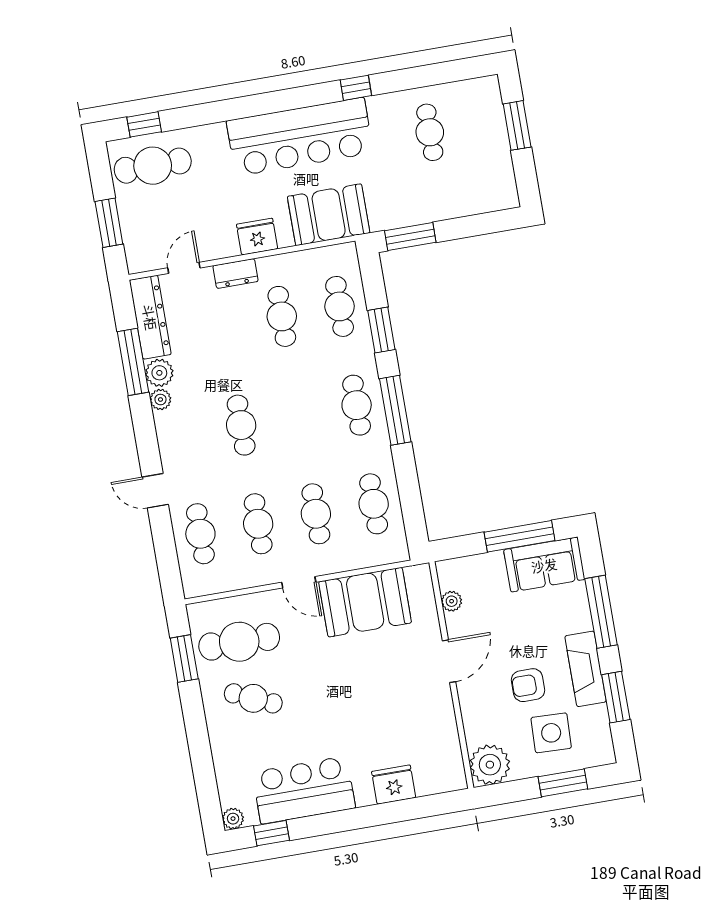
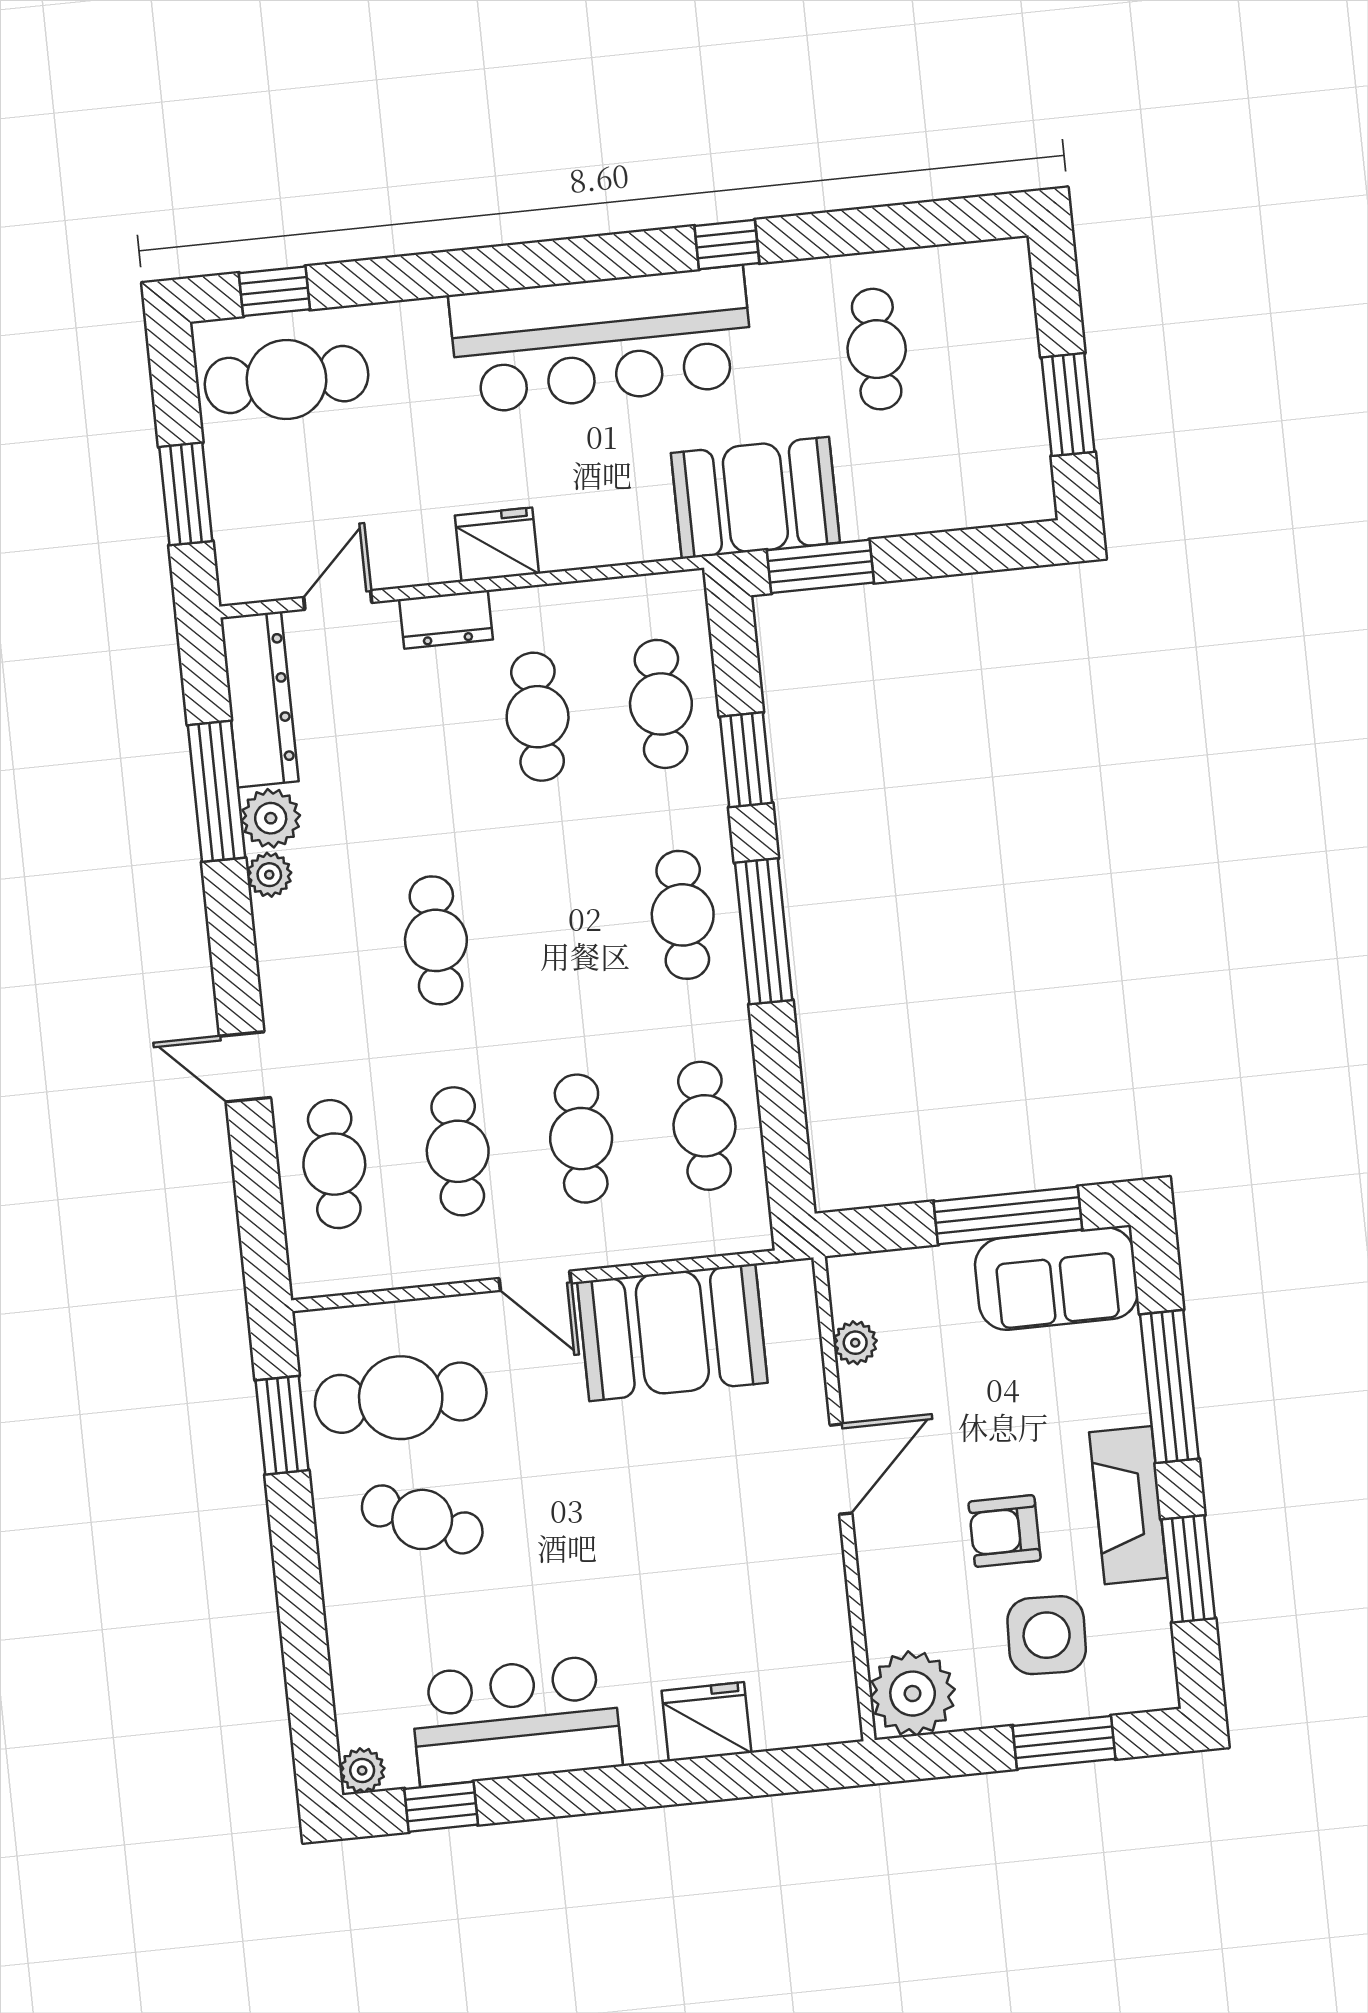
window: (517, 125) -> (1068, 405), moved
booth: (329, 215) -> (755, 498), moved

